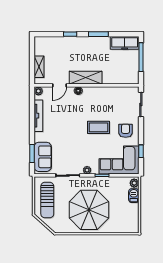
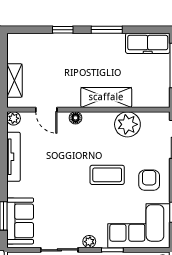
shelving: (86, 78) -> (106, 97), moved
door: (60, 85) -> (46, 110), hinge flipped
plant: (112, 95) -> (127, 124), added

